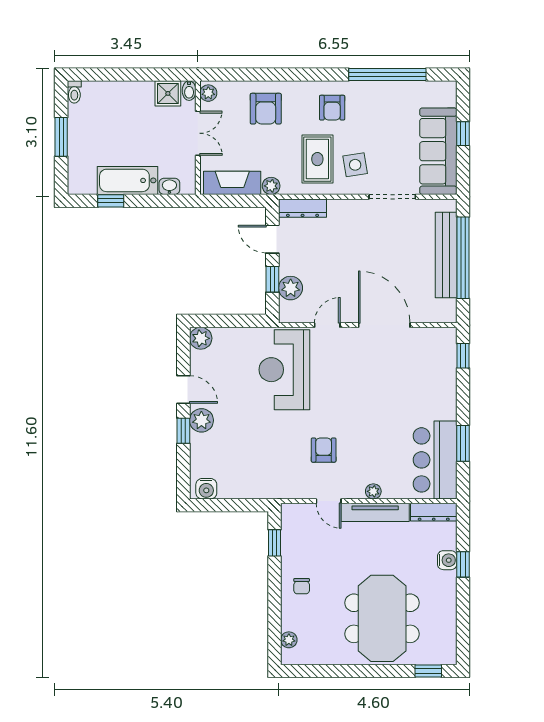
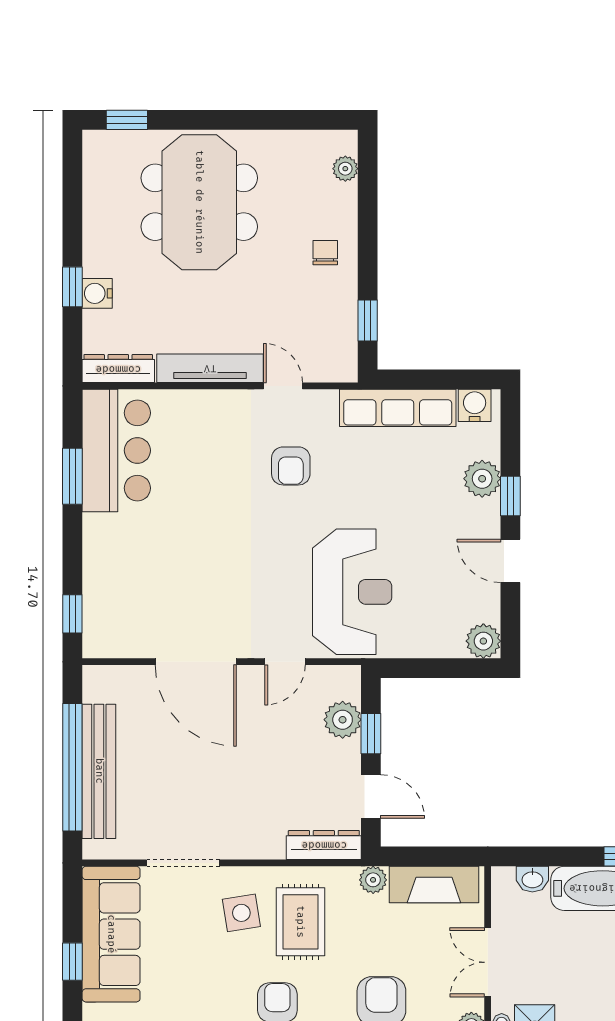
plant: (201, 420) -> (482, 479), moved
row of seats: (255, 487) -> (398, 408), added
plant: (373, 491) -> (213, 401), removed

